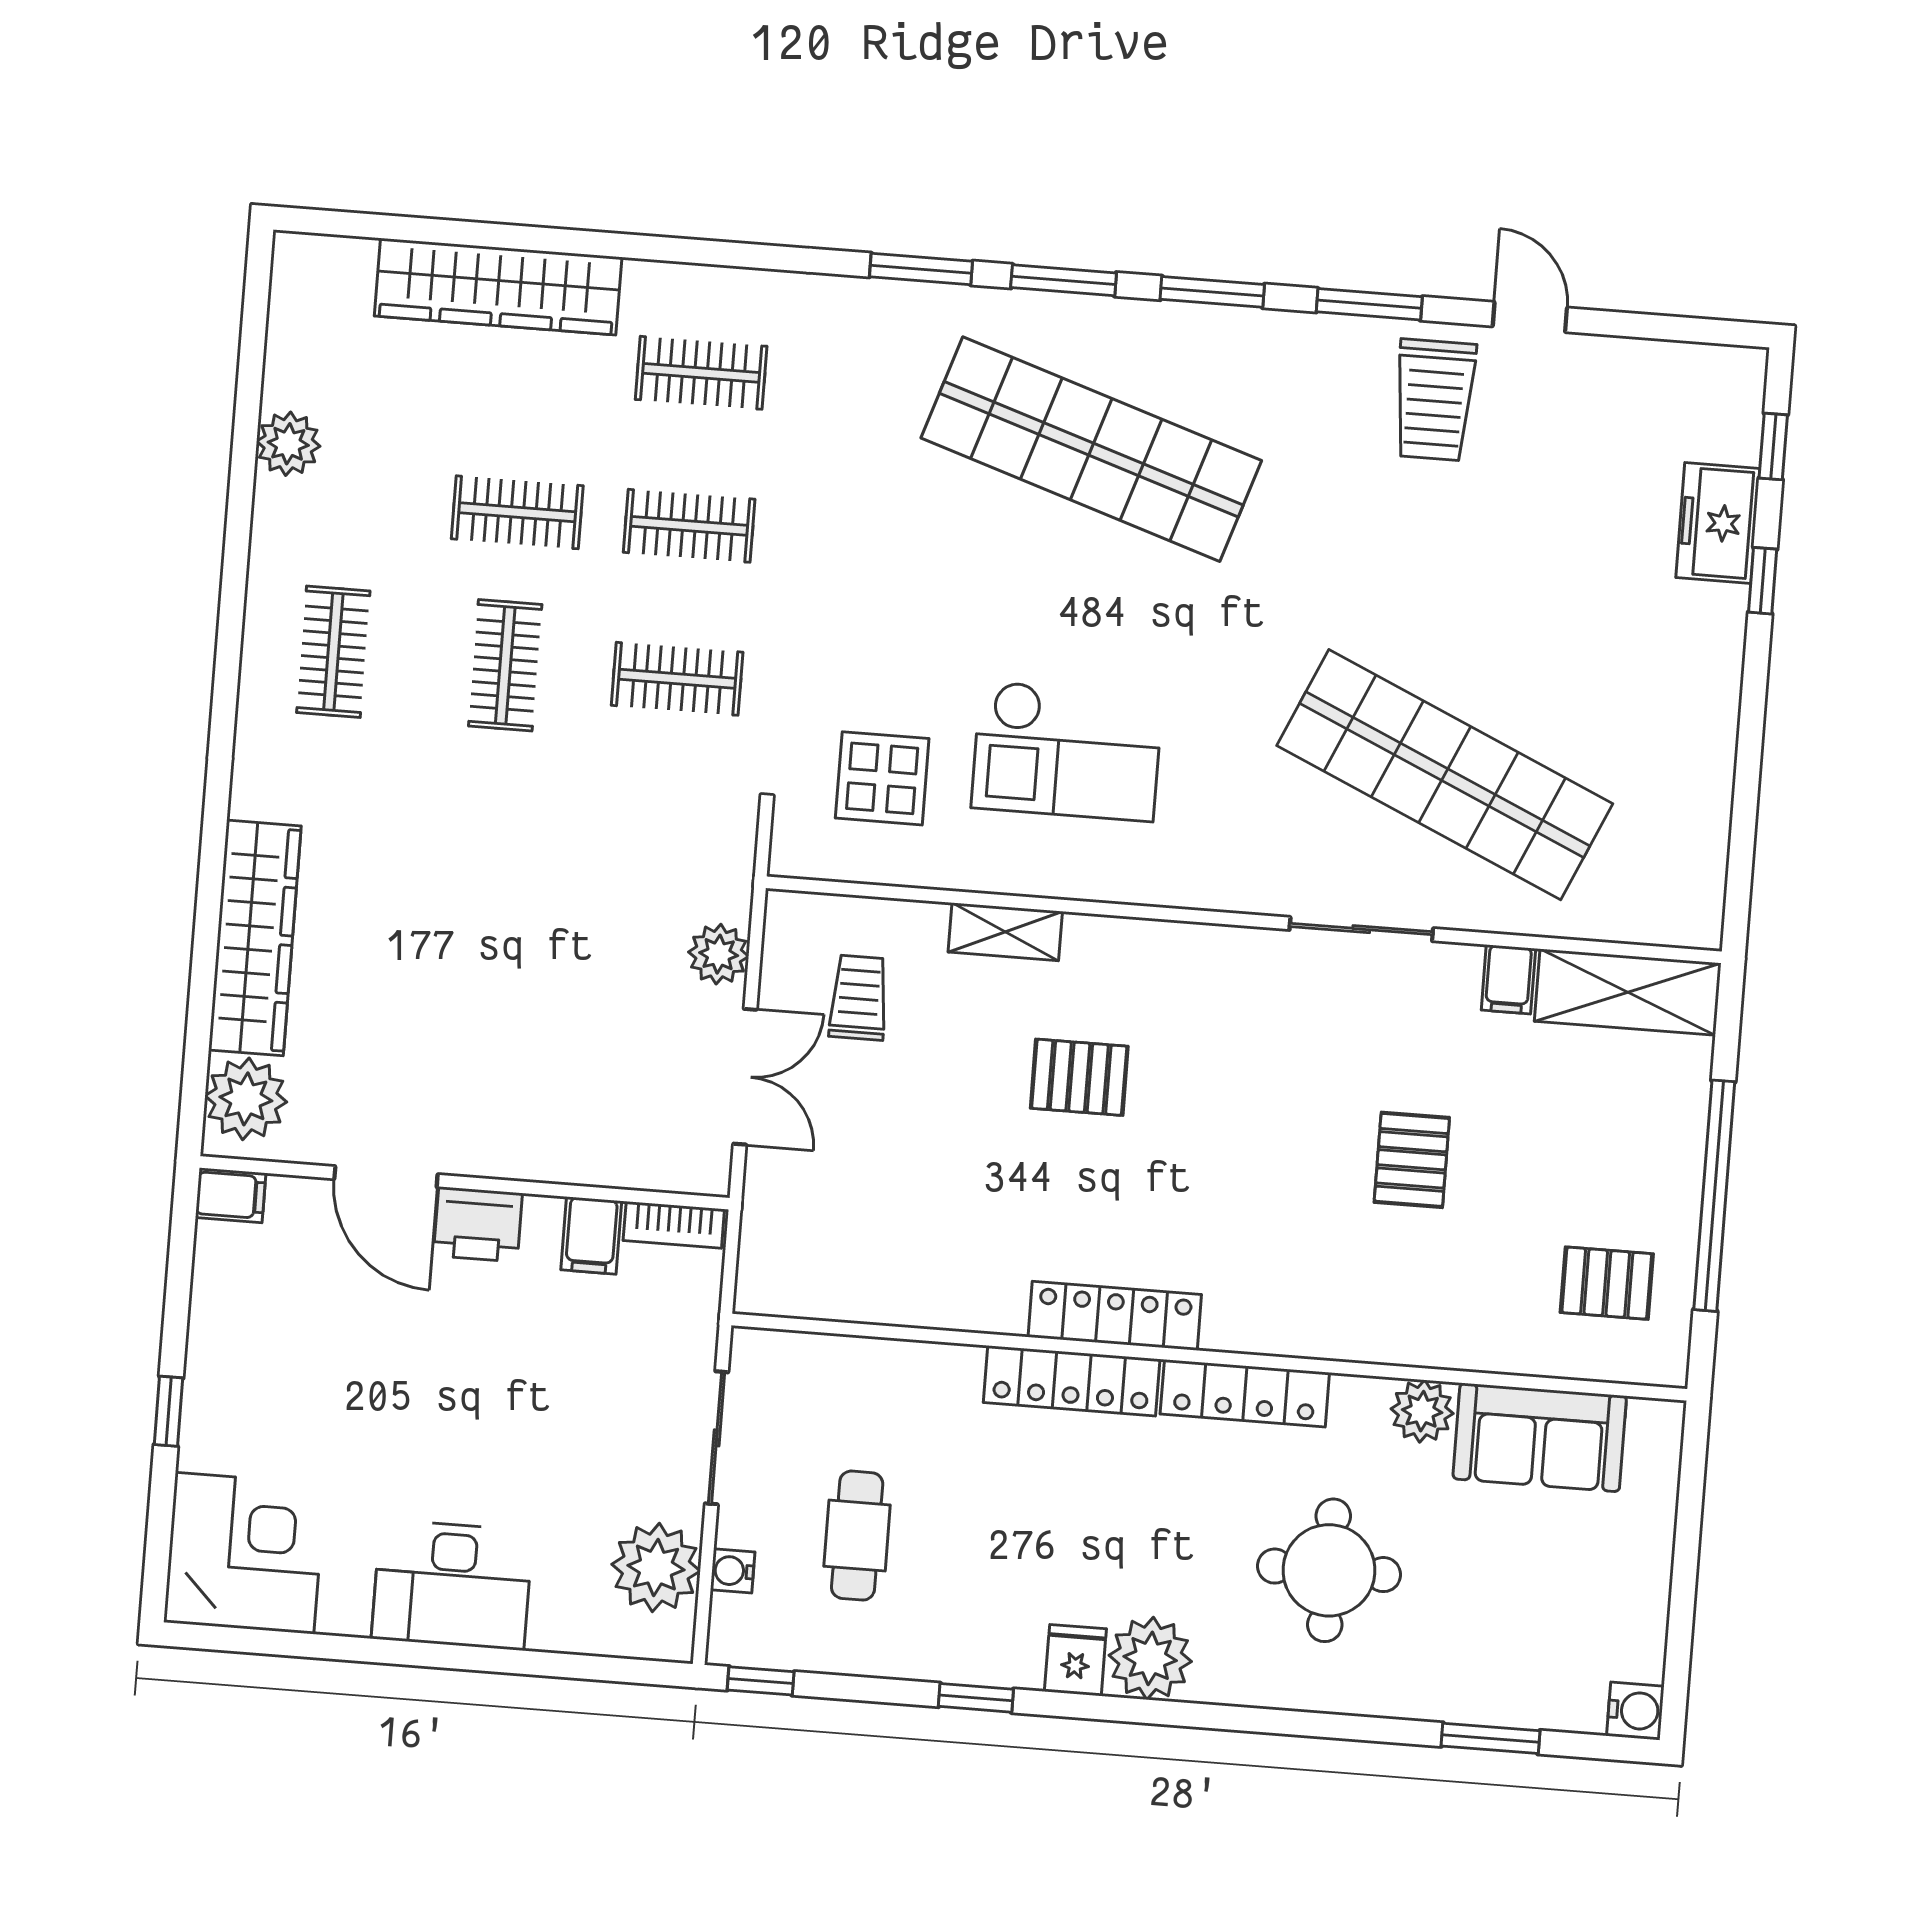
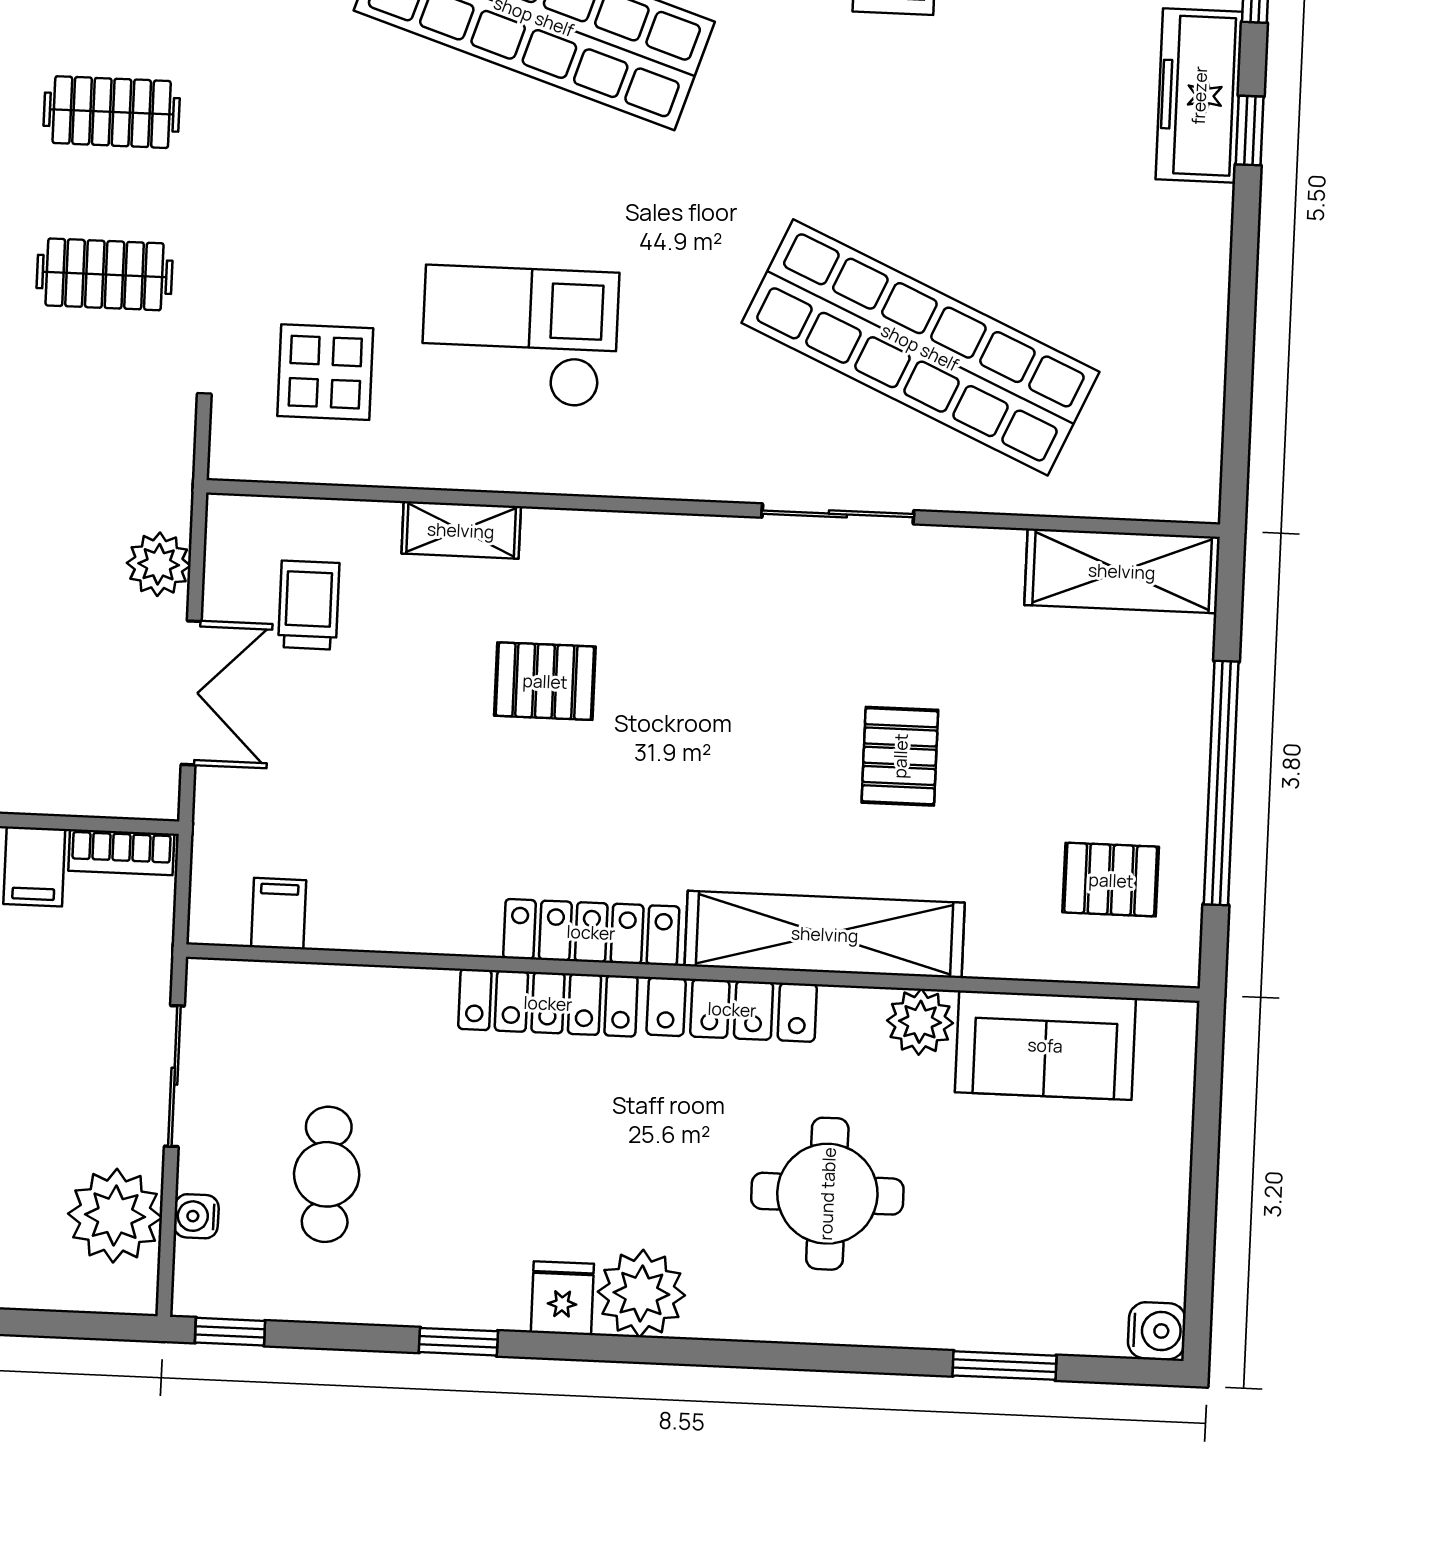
freezer: (1718, 523) -> (1199, 95), width x1.40
checkout: (1067, 751) -> (520, 336), turned 180
filing cabinet: (1508, 979) -> (279, 914), moved, turned 180
shelving: (1335, 1326) -> (825, 934), added

